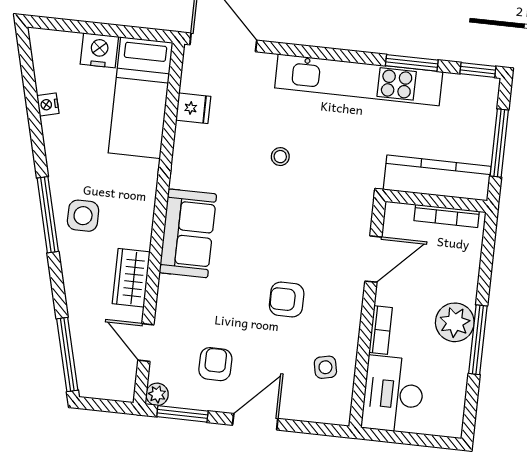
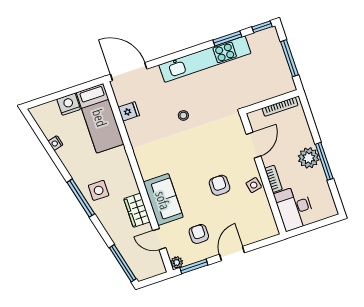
kitchen counter: (437, 178) -> (267, 90), removed
sofa: (188, 233) -> (163, 200), moved
armchair: (287, 299) -> (219, 185), turned 90
side table: (325, 367) -> (254, 185), moved

